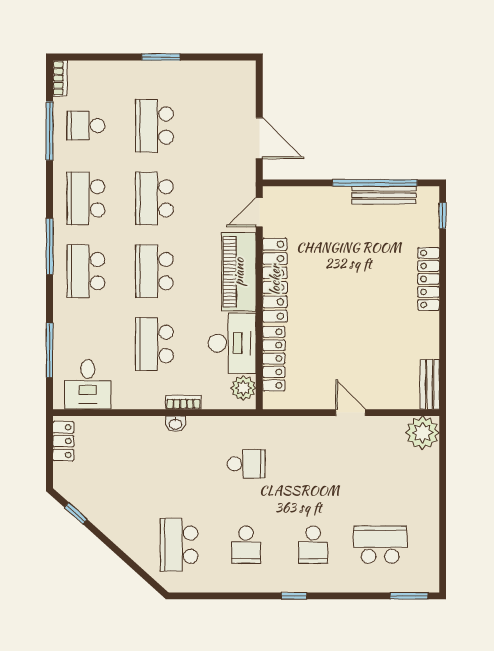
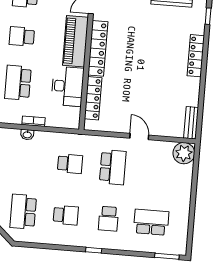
school desk: (154, 271) -> (22, 36), width x0.54
plant: (243, 388) -> (72, 115), removed
school desk: (313, 464) -> (113, 167), added
school desk: (246, 545) -> (66, 215), turned -90

